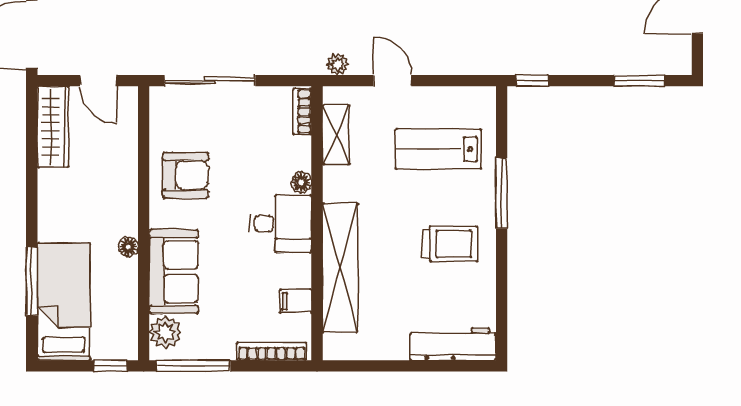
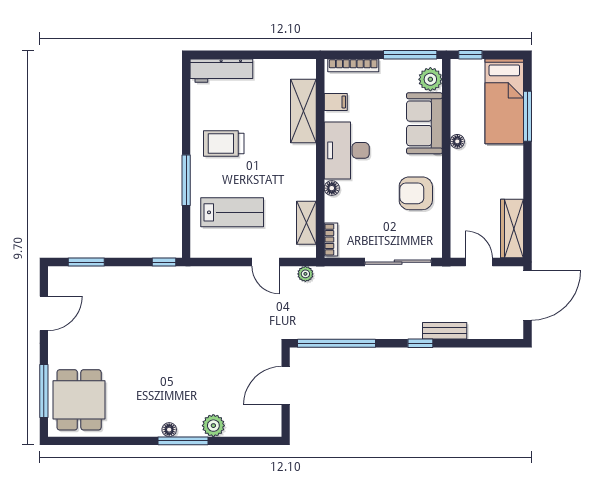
desk: (281, 224) -> (347, 150), width x1.37
shelving: (340, 268) -> (303, 111), width x0.68

